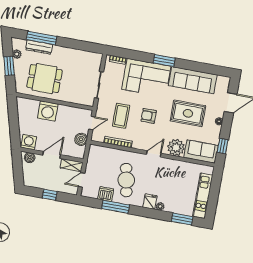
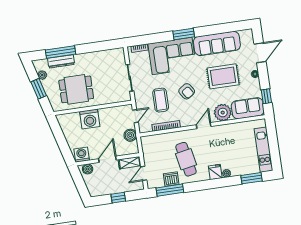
armchair: (149, 116) -> (187, 91), turned -124
window: (116, 207) -> (170, 190), moved

